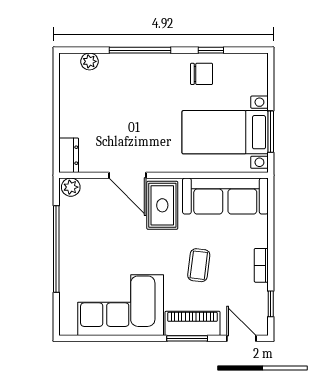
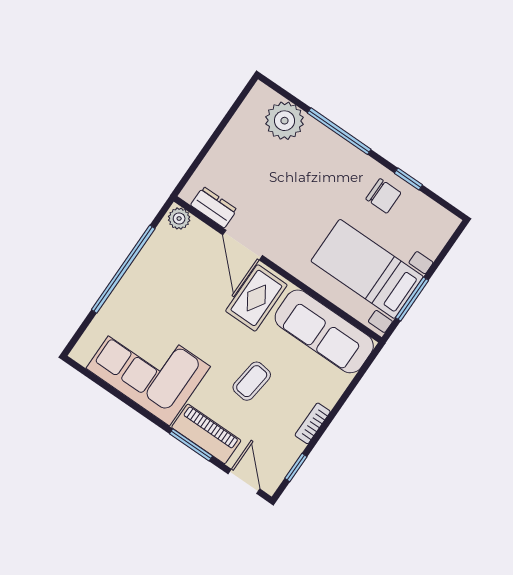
plant: (89, 61) -> (285, 121), width x1.88, depth x1.88
dresser: (69, 155) -> (214, 207), moved, turned -90

